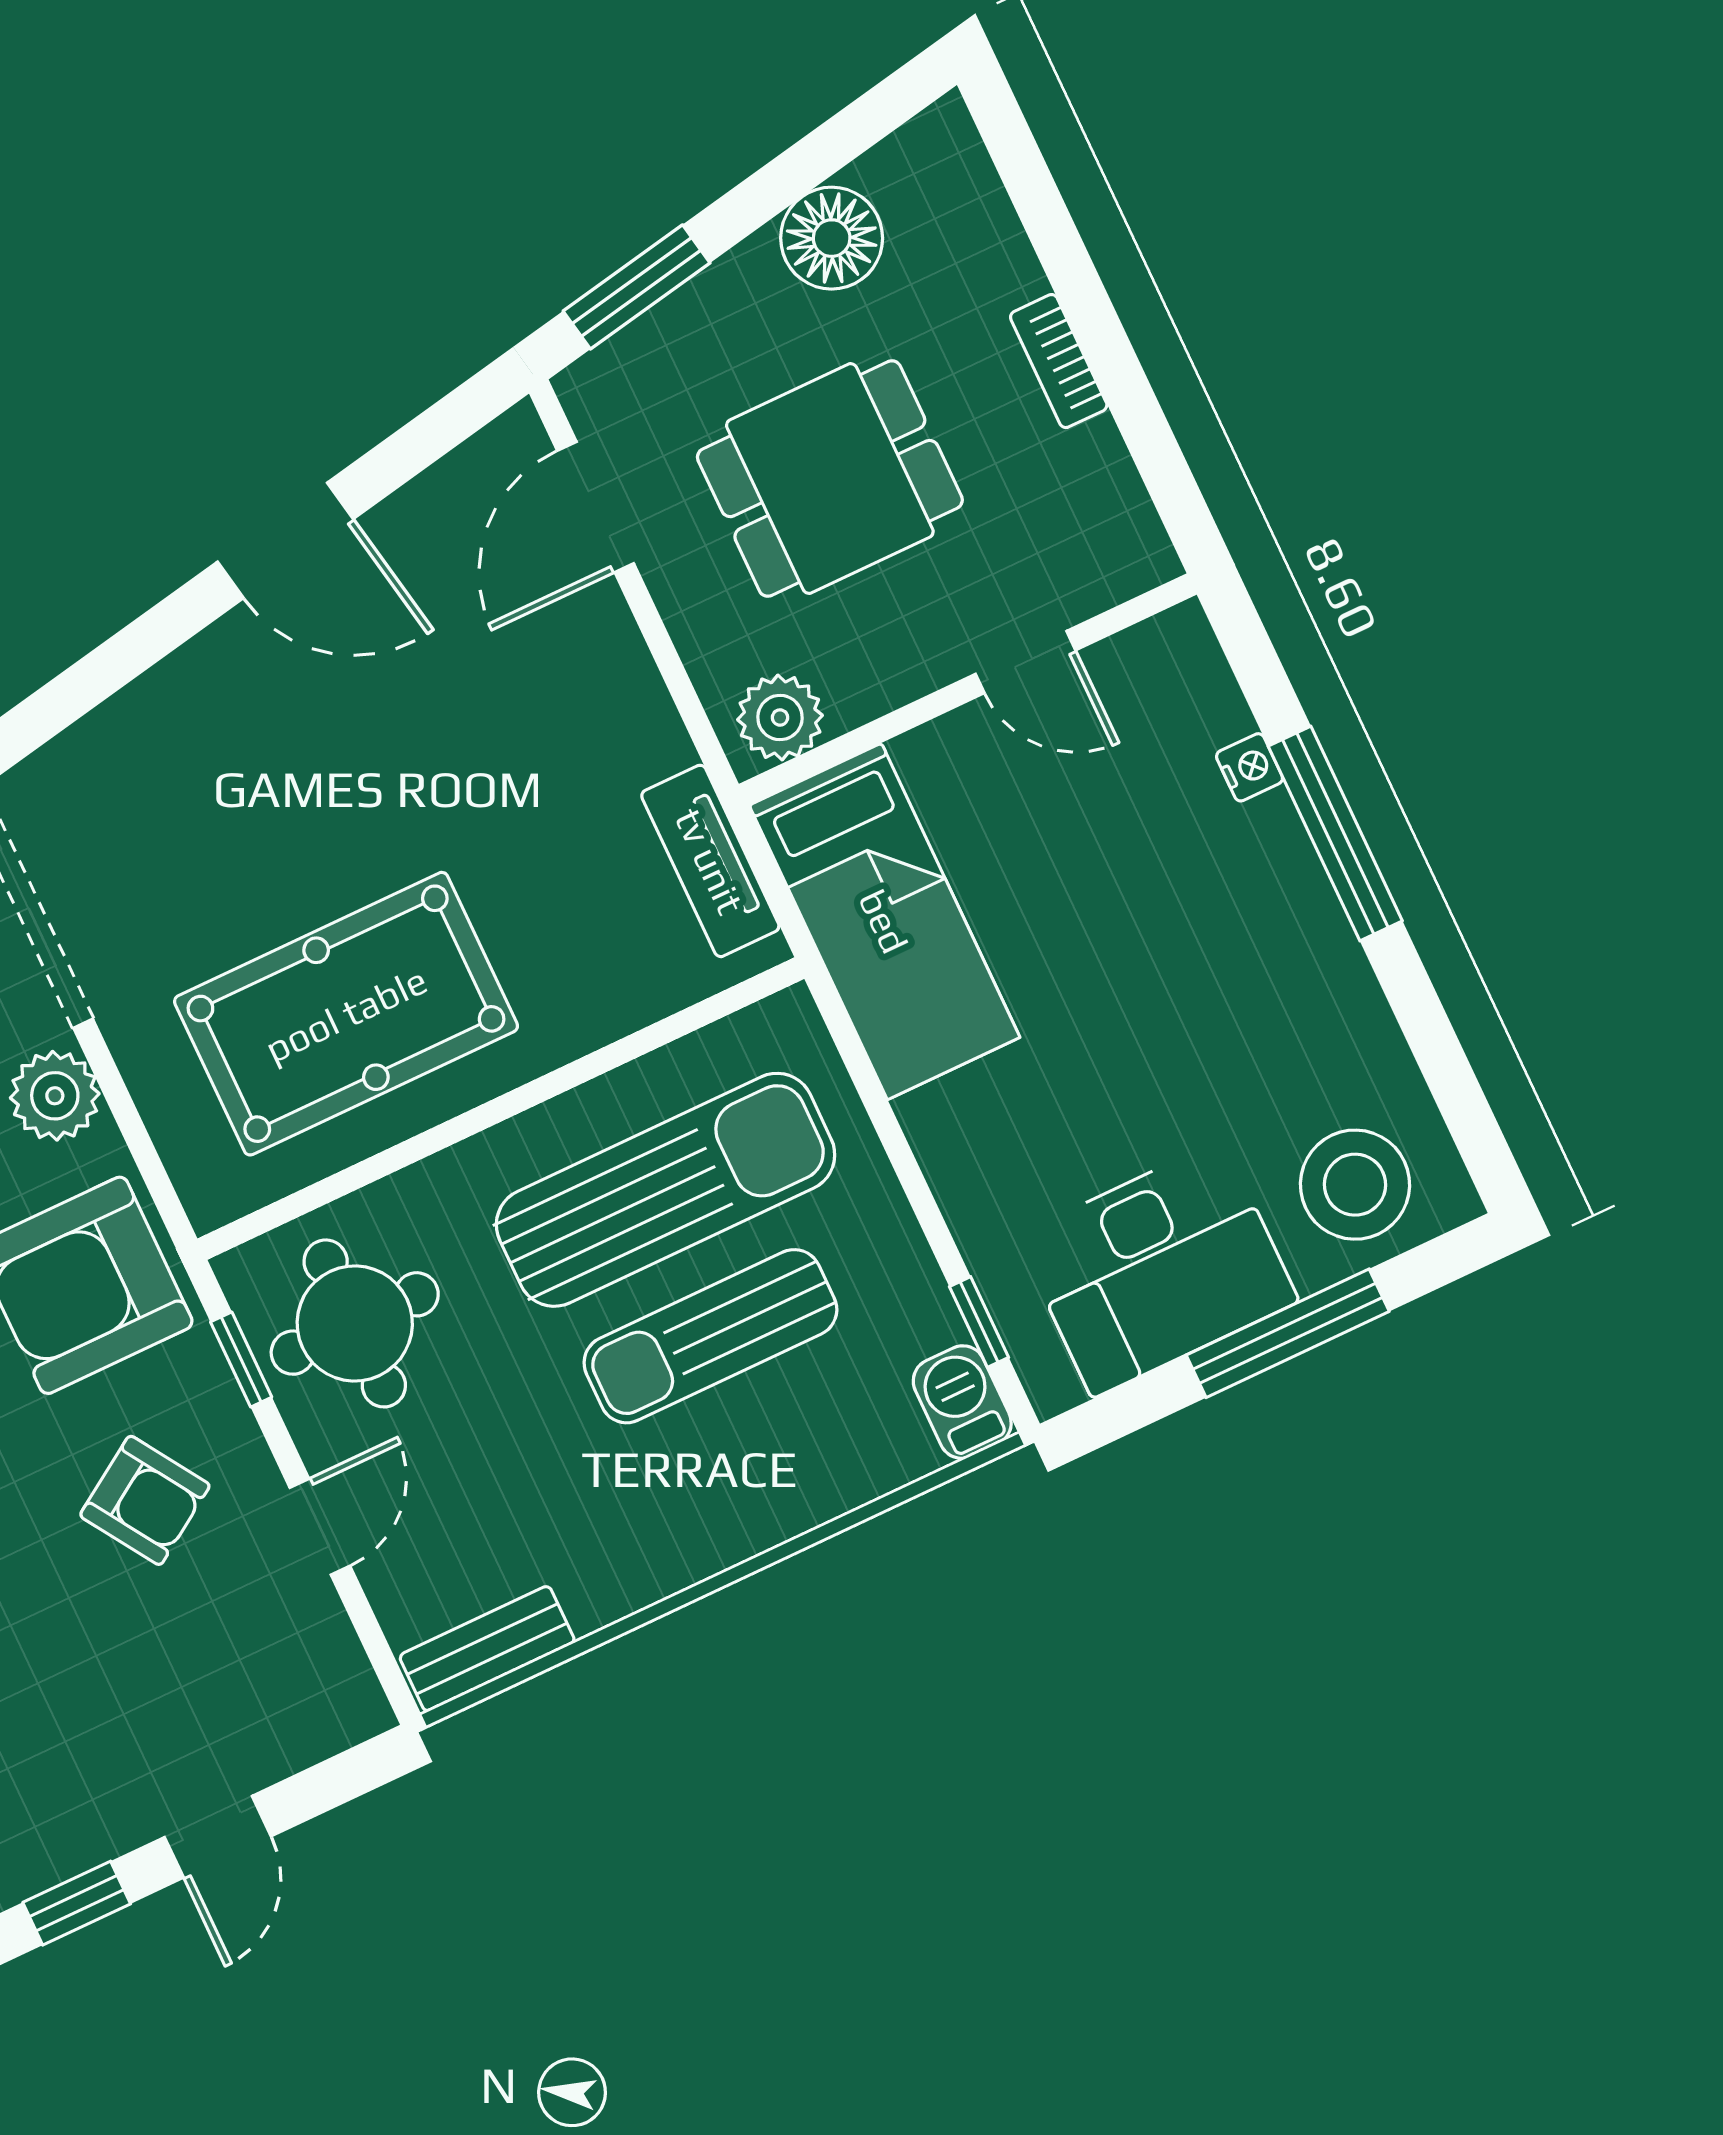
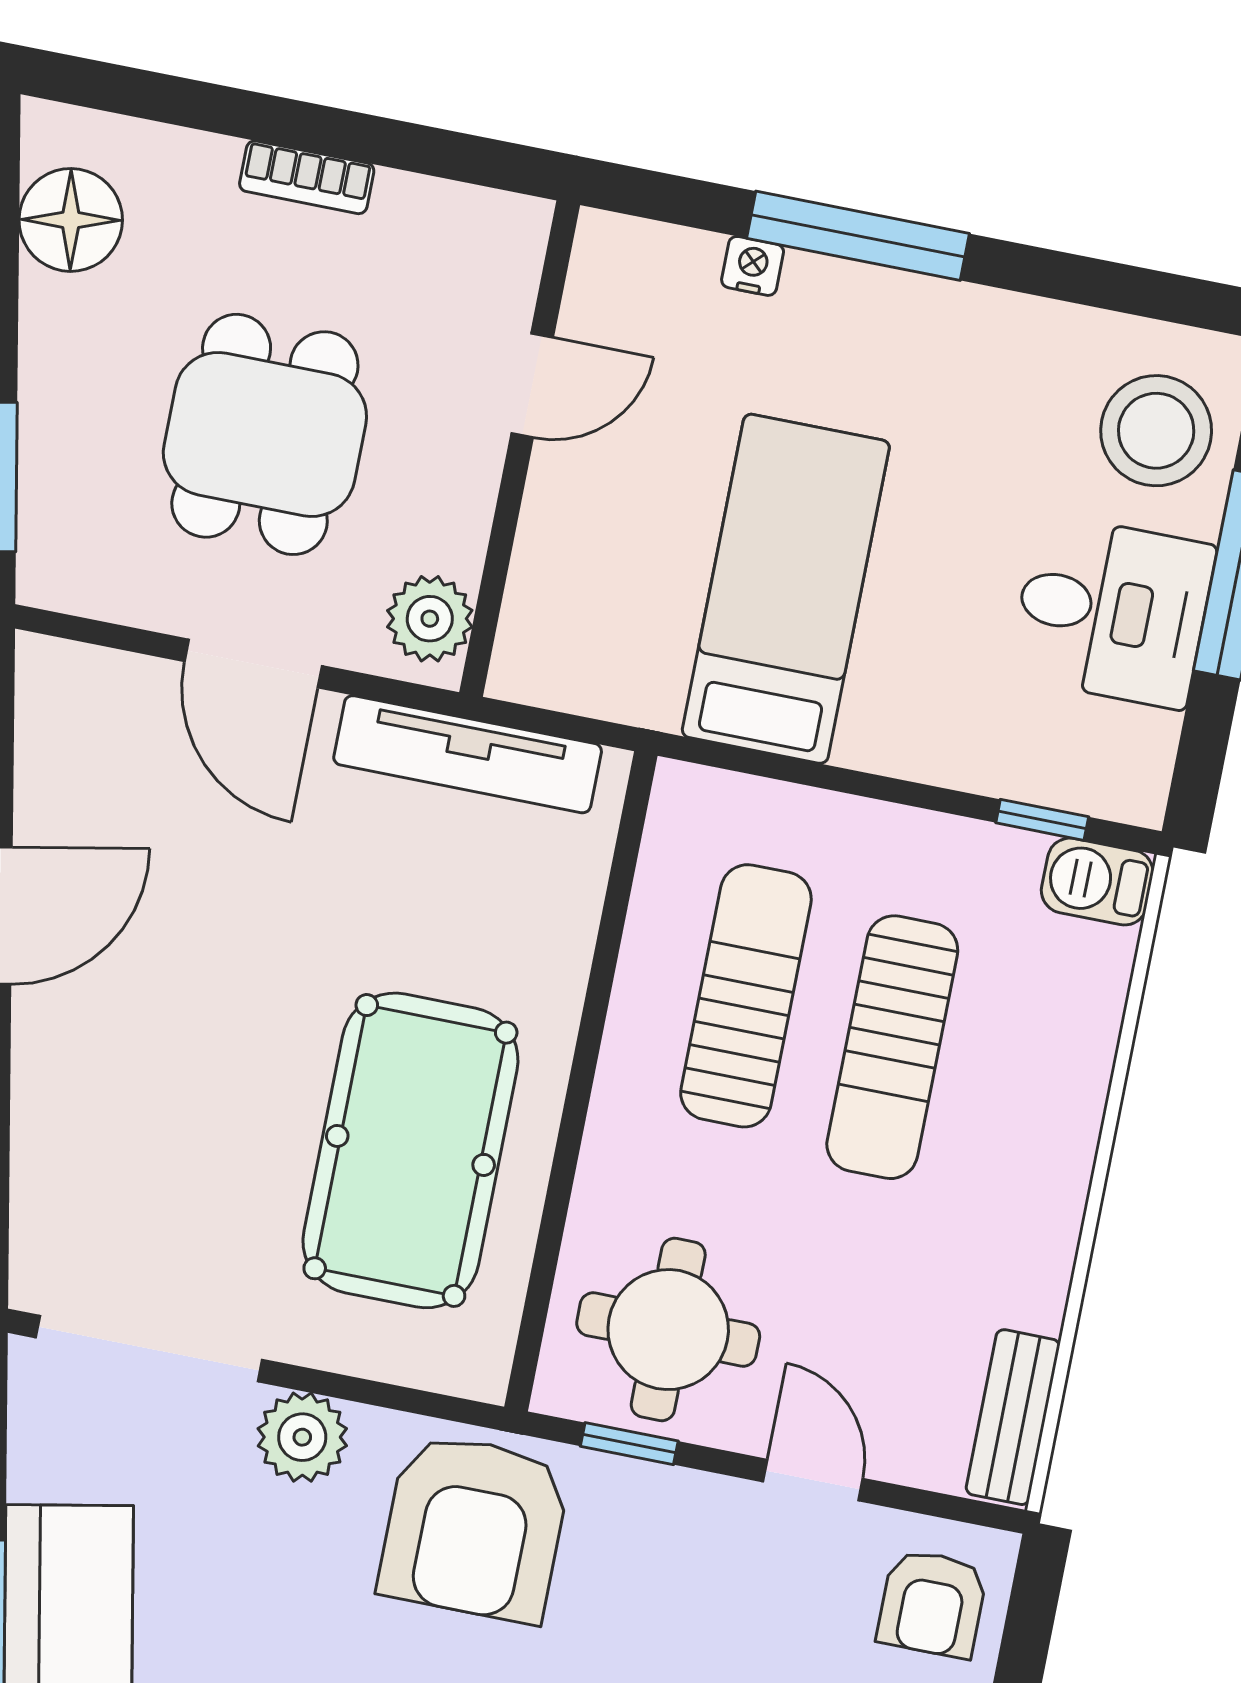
floor lamp: (832, 238) -> (71, 220), moved
door: (596, 507) -> (253, 664), moved
tv unit: (710, 861) -> (468, 754), width x1.41
bed: (884, 921) -> (786, 589), moved, turned -90
sun lounger: (666, 1190) -> (746, 996), width x0.73, depth x0.75
desk: (1158, 1269) -> (1112, 611), width x0.73
armchair: (145, 1500) -> (932, 1603), moved, turned 123

